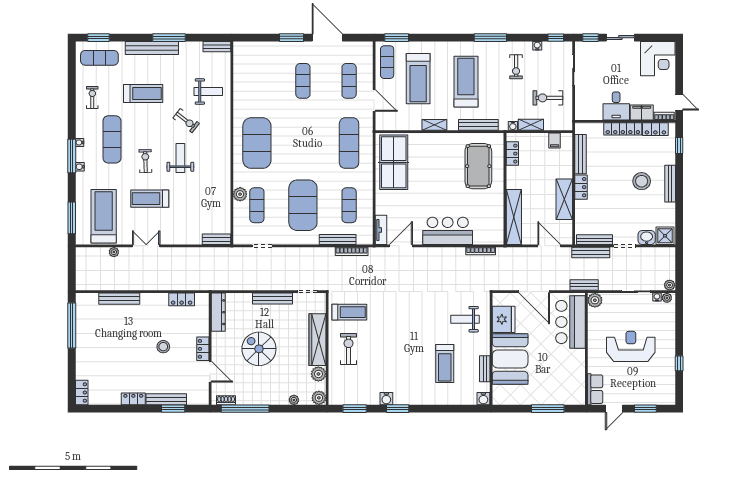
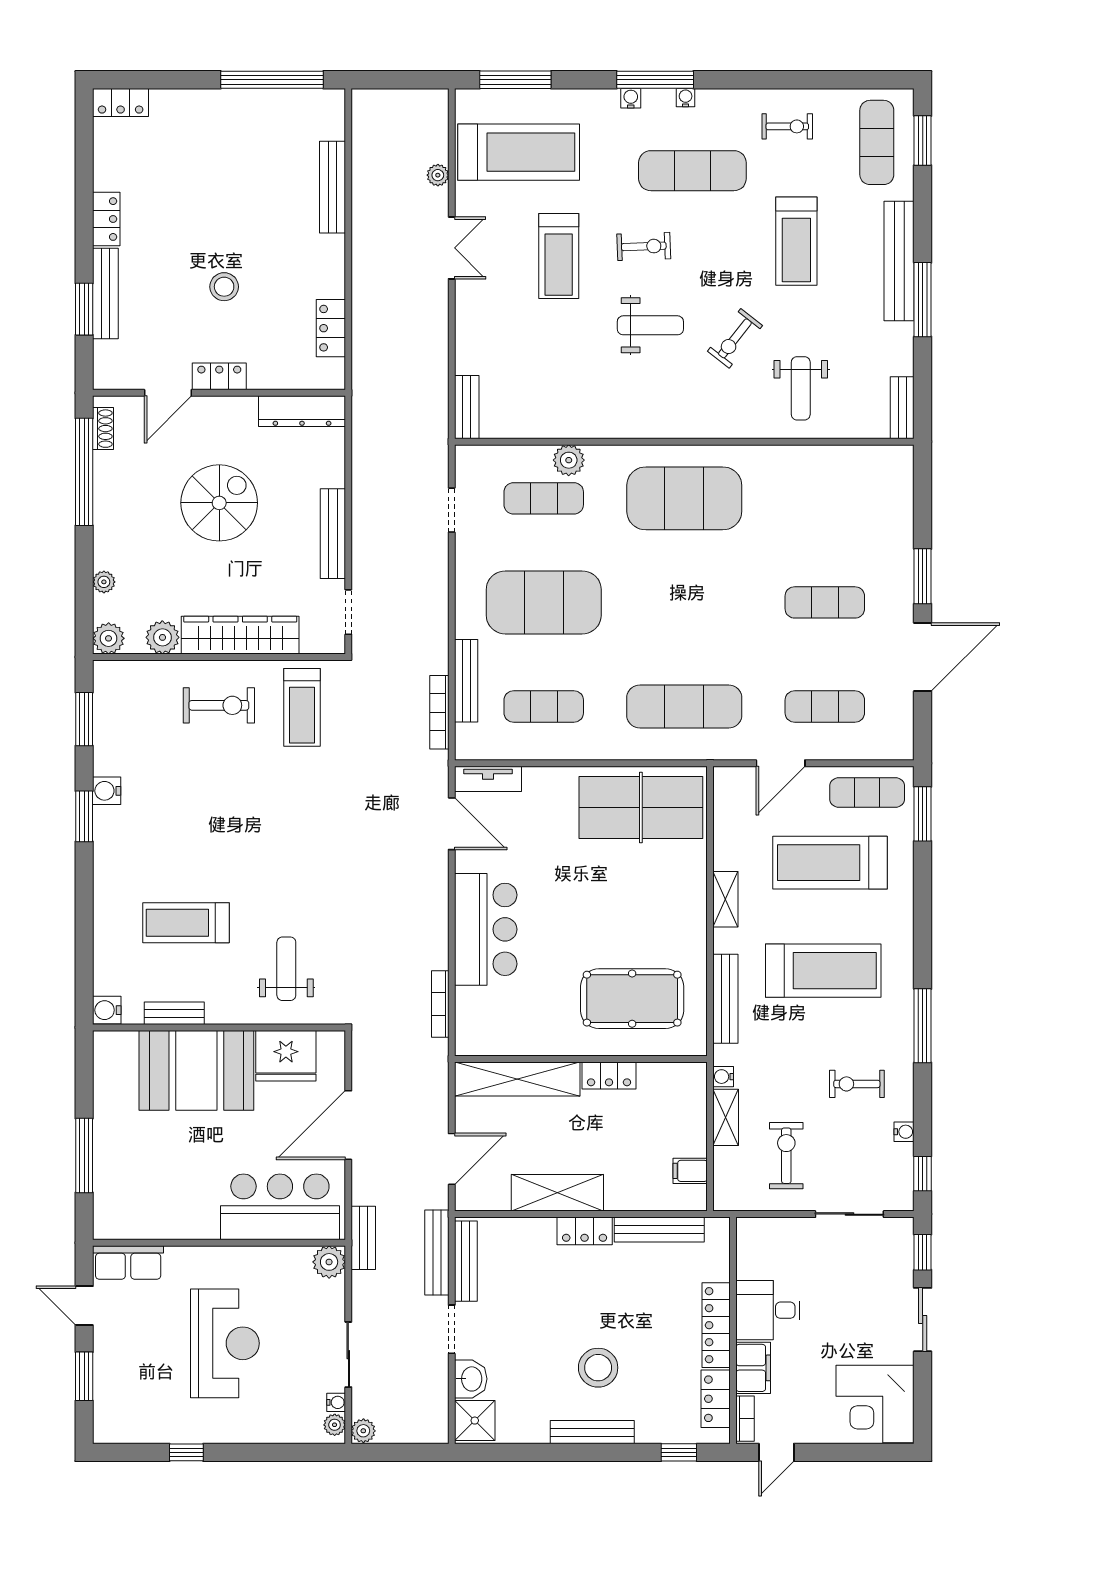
locker: (512, 154) -> (609, 1075), moved
treadmill: (150, 199) -> (559, 256), turned 180

